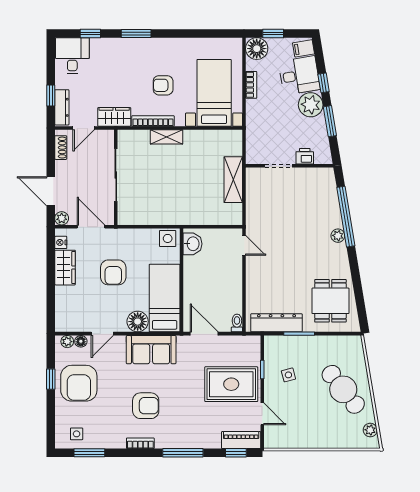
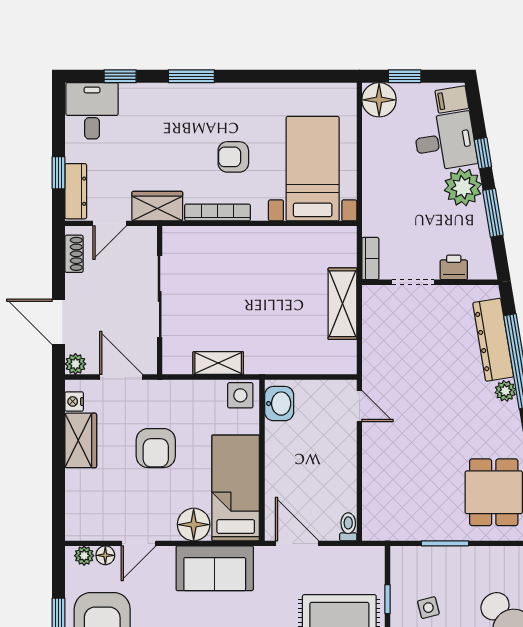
bookcase: (251, 85) -> (370, 259), moved
shelving: (167, 137) -> (218, 363), moved
dresser: (276, 323) -> (493, 340), moved, turned -99

